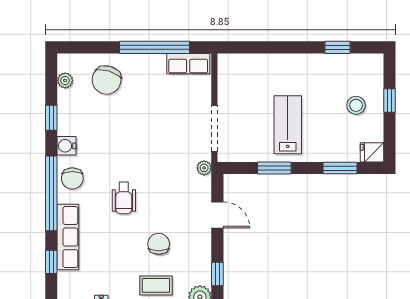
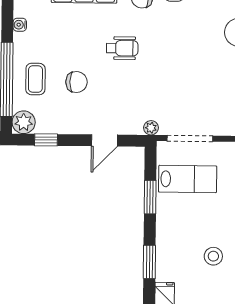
stool: (356, 105) -> (213, 256), moved
lab bench: (288, 125) -> (188, 179), moved
wheelchair: (124, 198) -> (122, 48), turned 180

